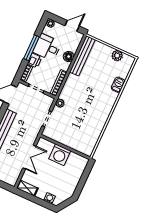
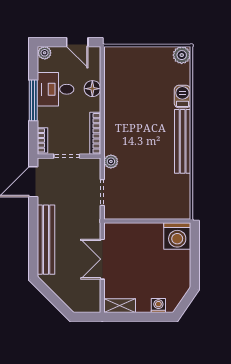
door: (72, 26) -> (77, 42), swing flipped
bench: (82, 56) -> (183, 141), moved
plant: (117, 56) -> (182, 55), moved
printer: (34, 61) -> (46, 117), removed
washing machine: (60, 155) -> (177, 236), moved
double door: (29, 157) -> (102, 259), swing flipped

